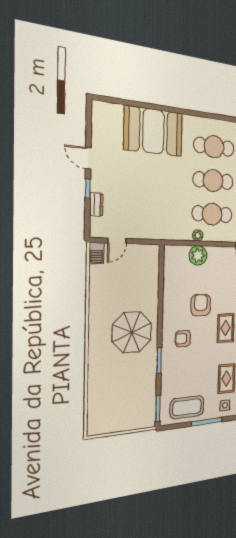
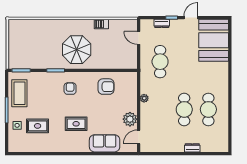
booth: (153, 131) -> (214, 40), moved
cafe table: (212, 214) -> (160, 62), moved
barbecue: (97, 253) -> (101, 24), moved
plant: (198, 255) -> (130, 119), moved
armchair: (201, 305) -> (106, 87), moved

